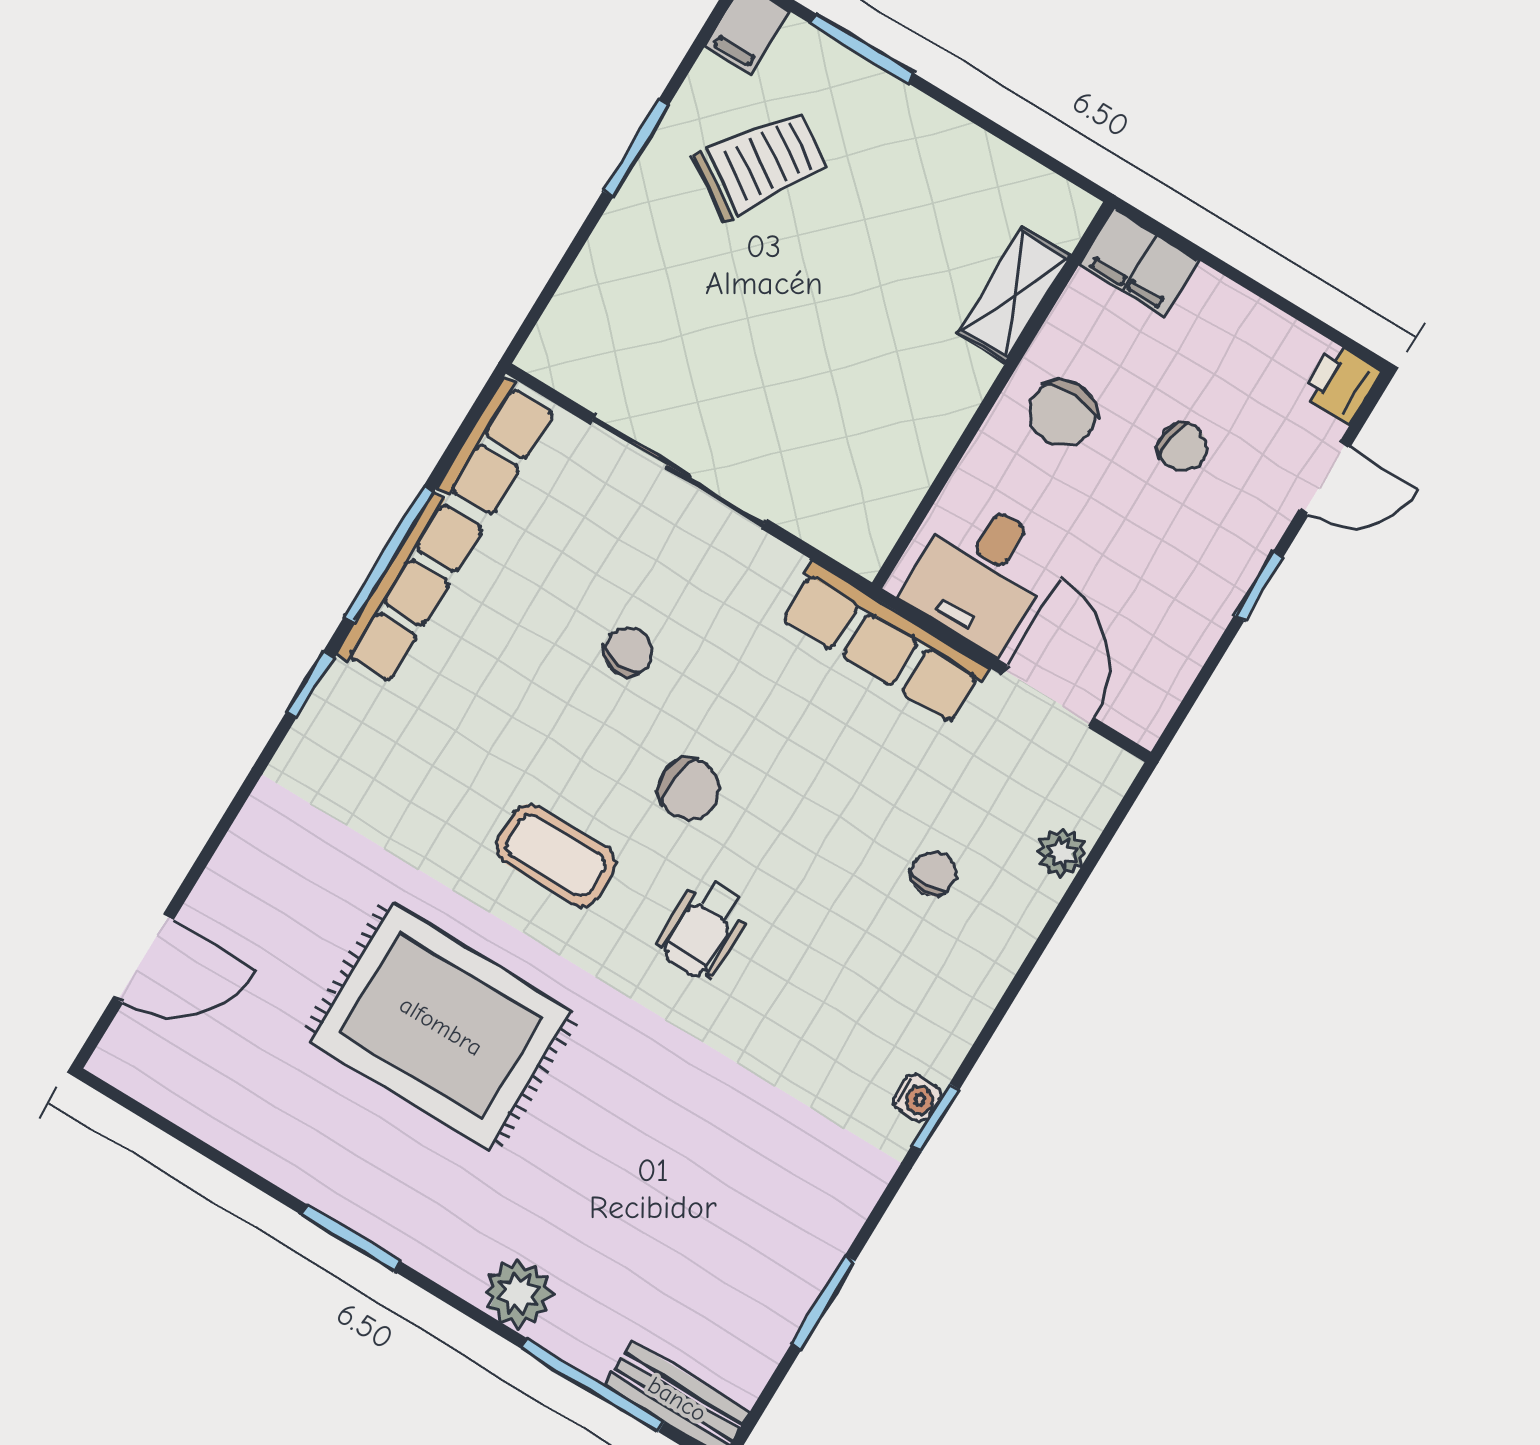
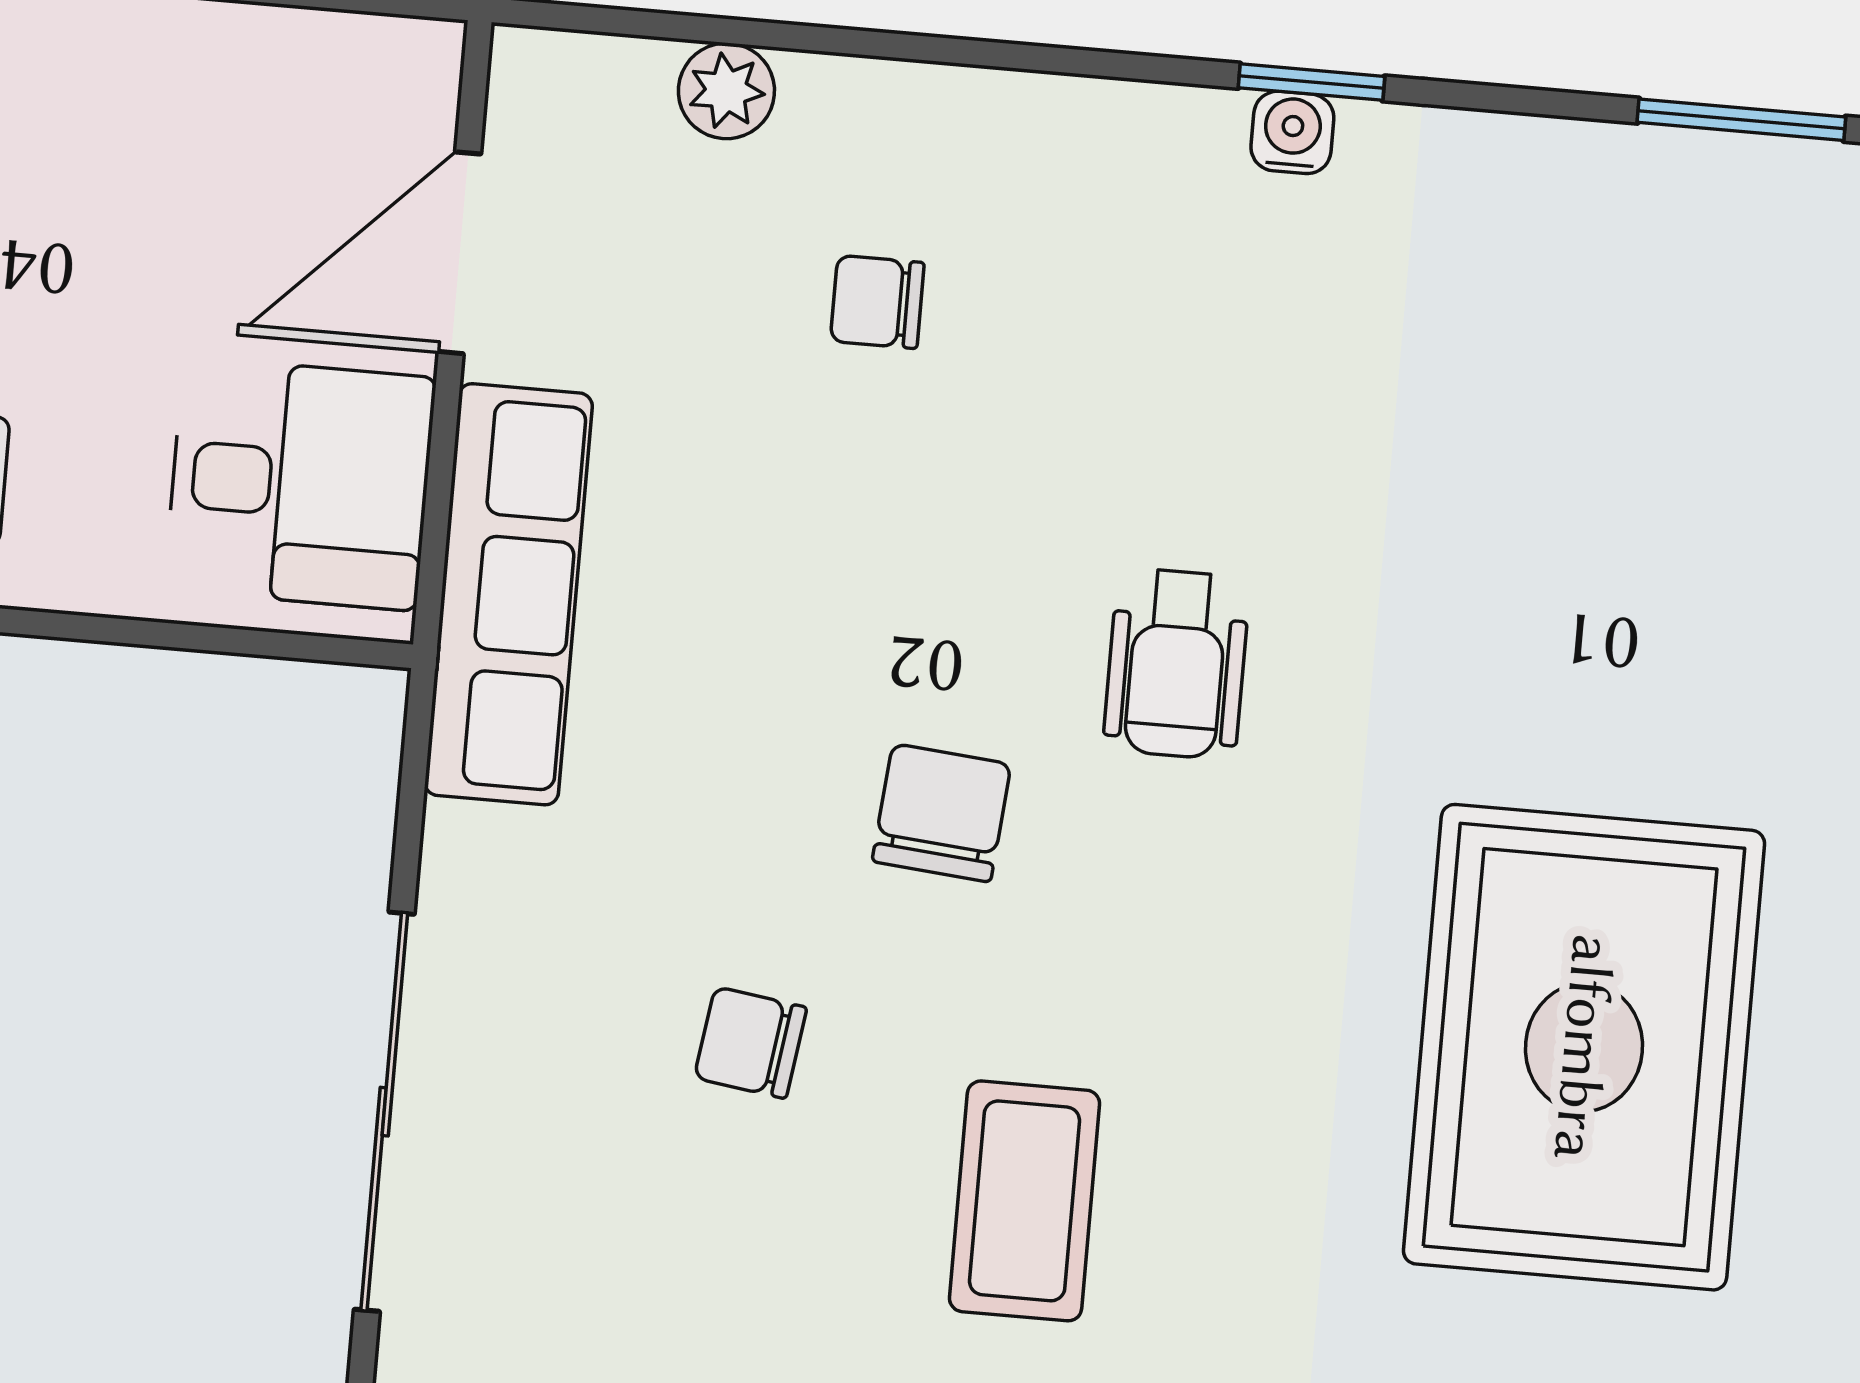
coffee table: (556, 855) -> (1025, 1201), moved
wheelchair: (704, 928) -> (1176, 664), turned 90

